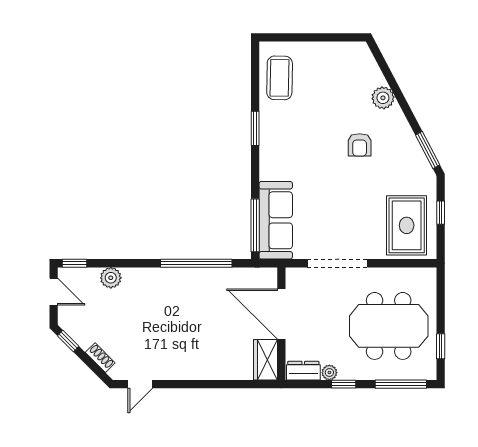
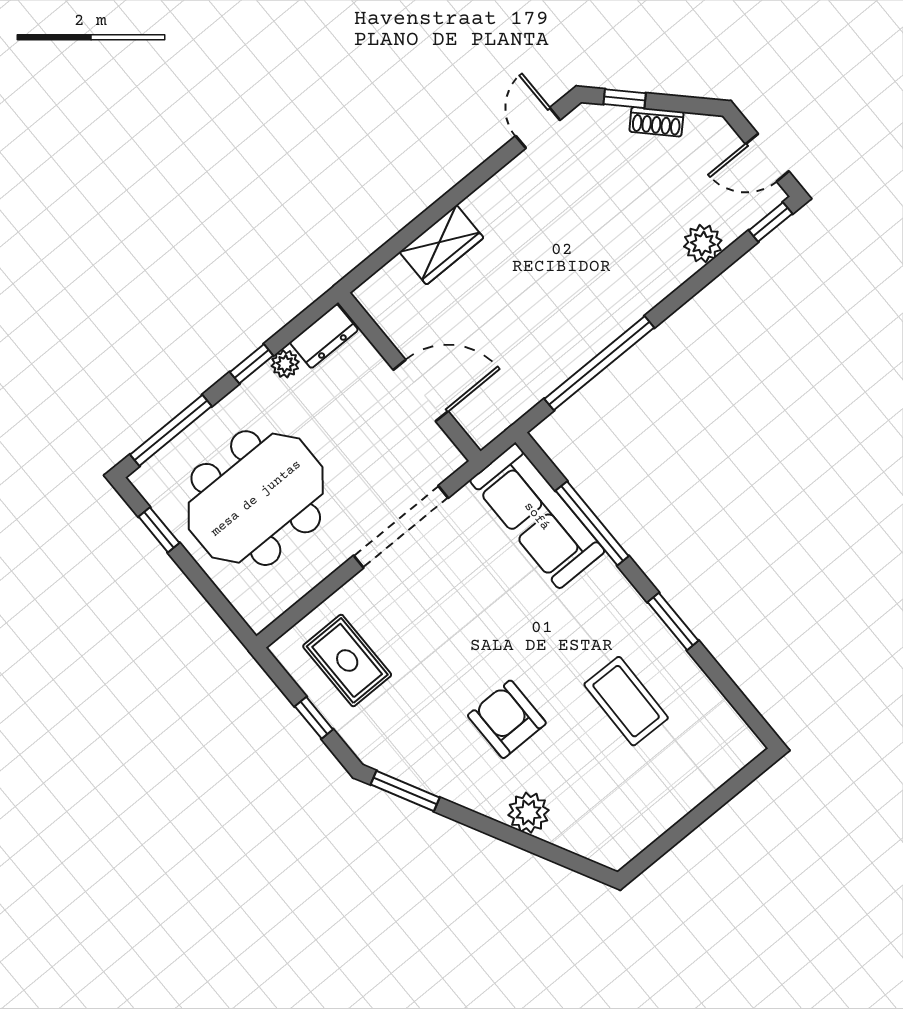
coffee table: (280, 78) -> (626, 701), moved
armchair: (360, 145) -> (507, 719), width x1.38, depth x1.38
window: (255, 225) -> (592, 523), moved
rug: (407, 225) -> (347, 660), width x0.73, depth x0.70
door: (281, 314) -> (421, 391), width x0.73
window: (68, 341) -> (625, 99), moved
shoe rack: (100, 358) -> (656, 122), moved
wardrobe: (266, 360) -> (441, 245), moved, turned 90

